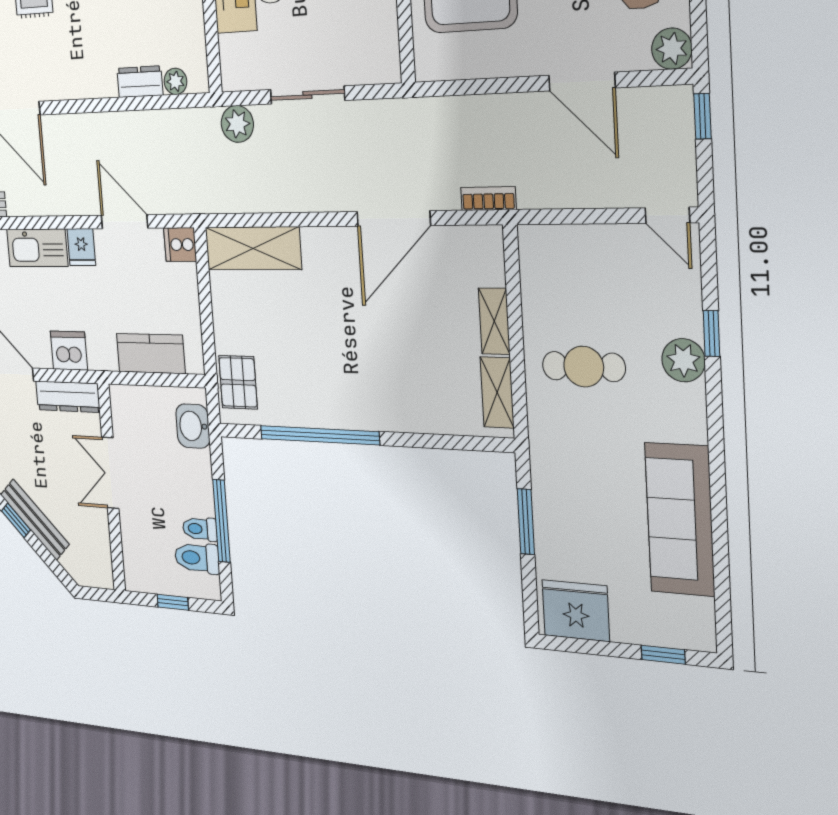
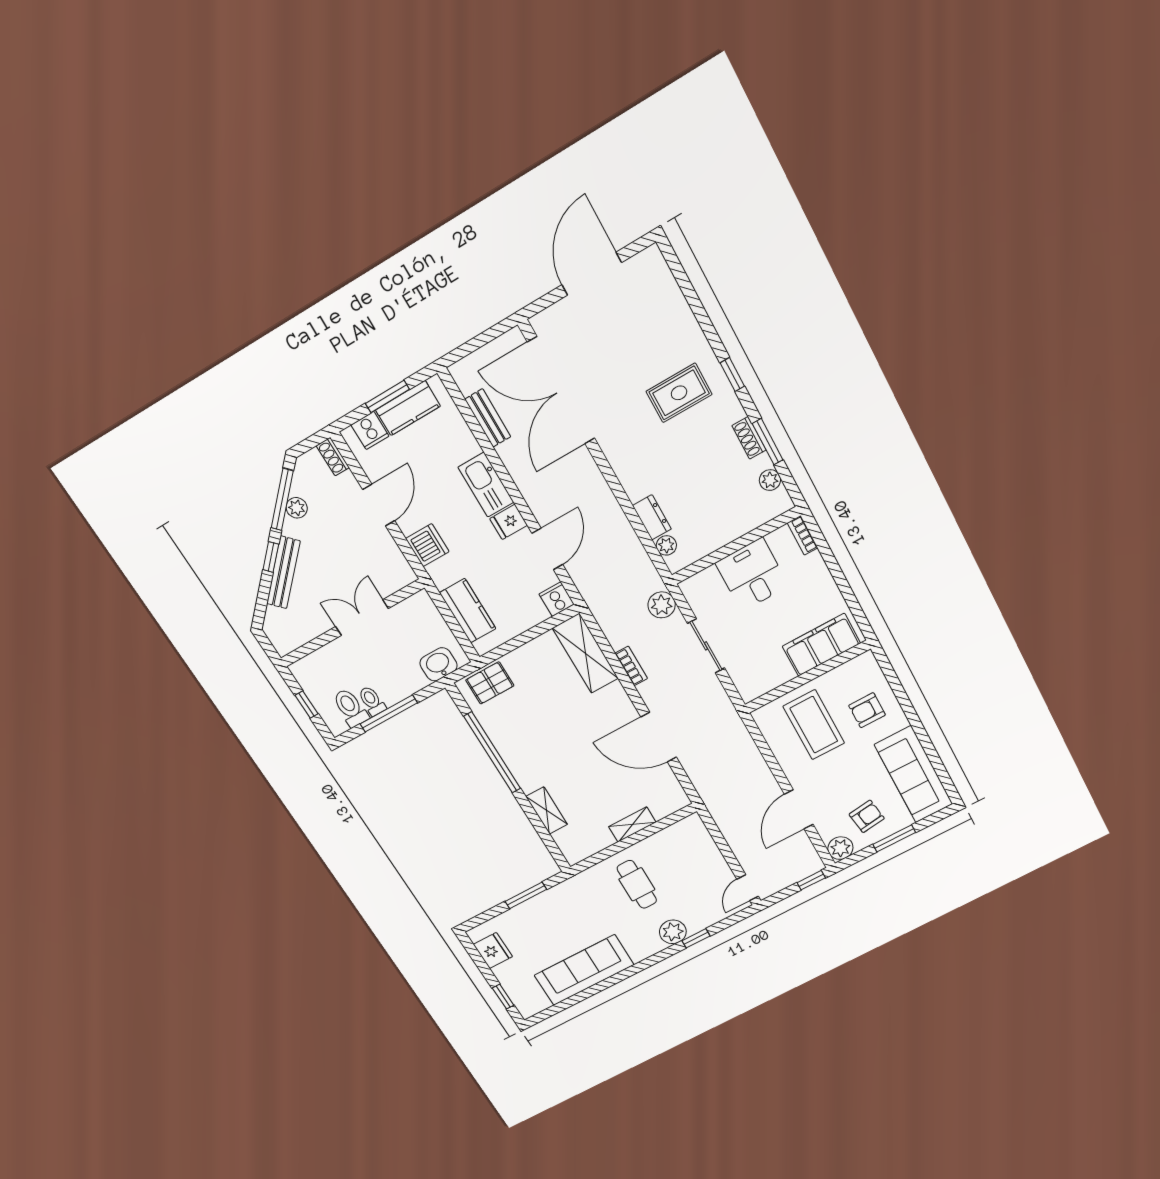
bookcase: (488, 199) -> (631, 666), moved
shelving: (497, 392) -> (547, 810), moved, turned 90
dresser: (68, 397) -> (393, 559), removed
fridge: (576, 611) -> (493, 951), width x0.73, depth x0.75

